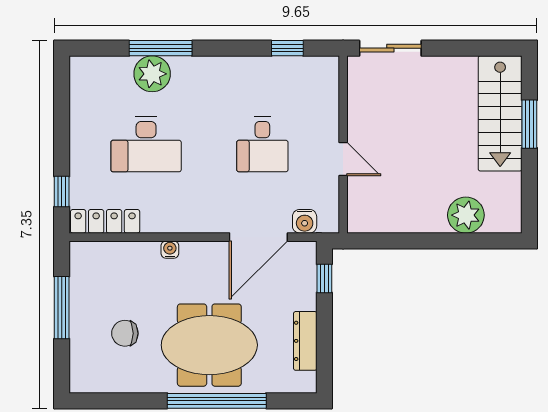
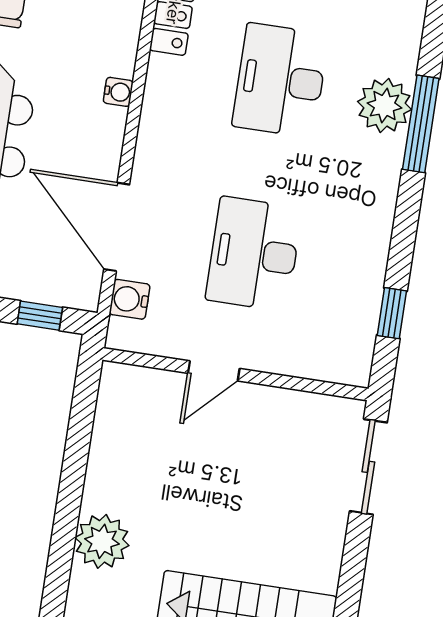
desk: (262, 144) -> (254, 254), width x1.37

